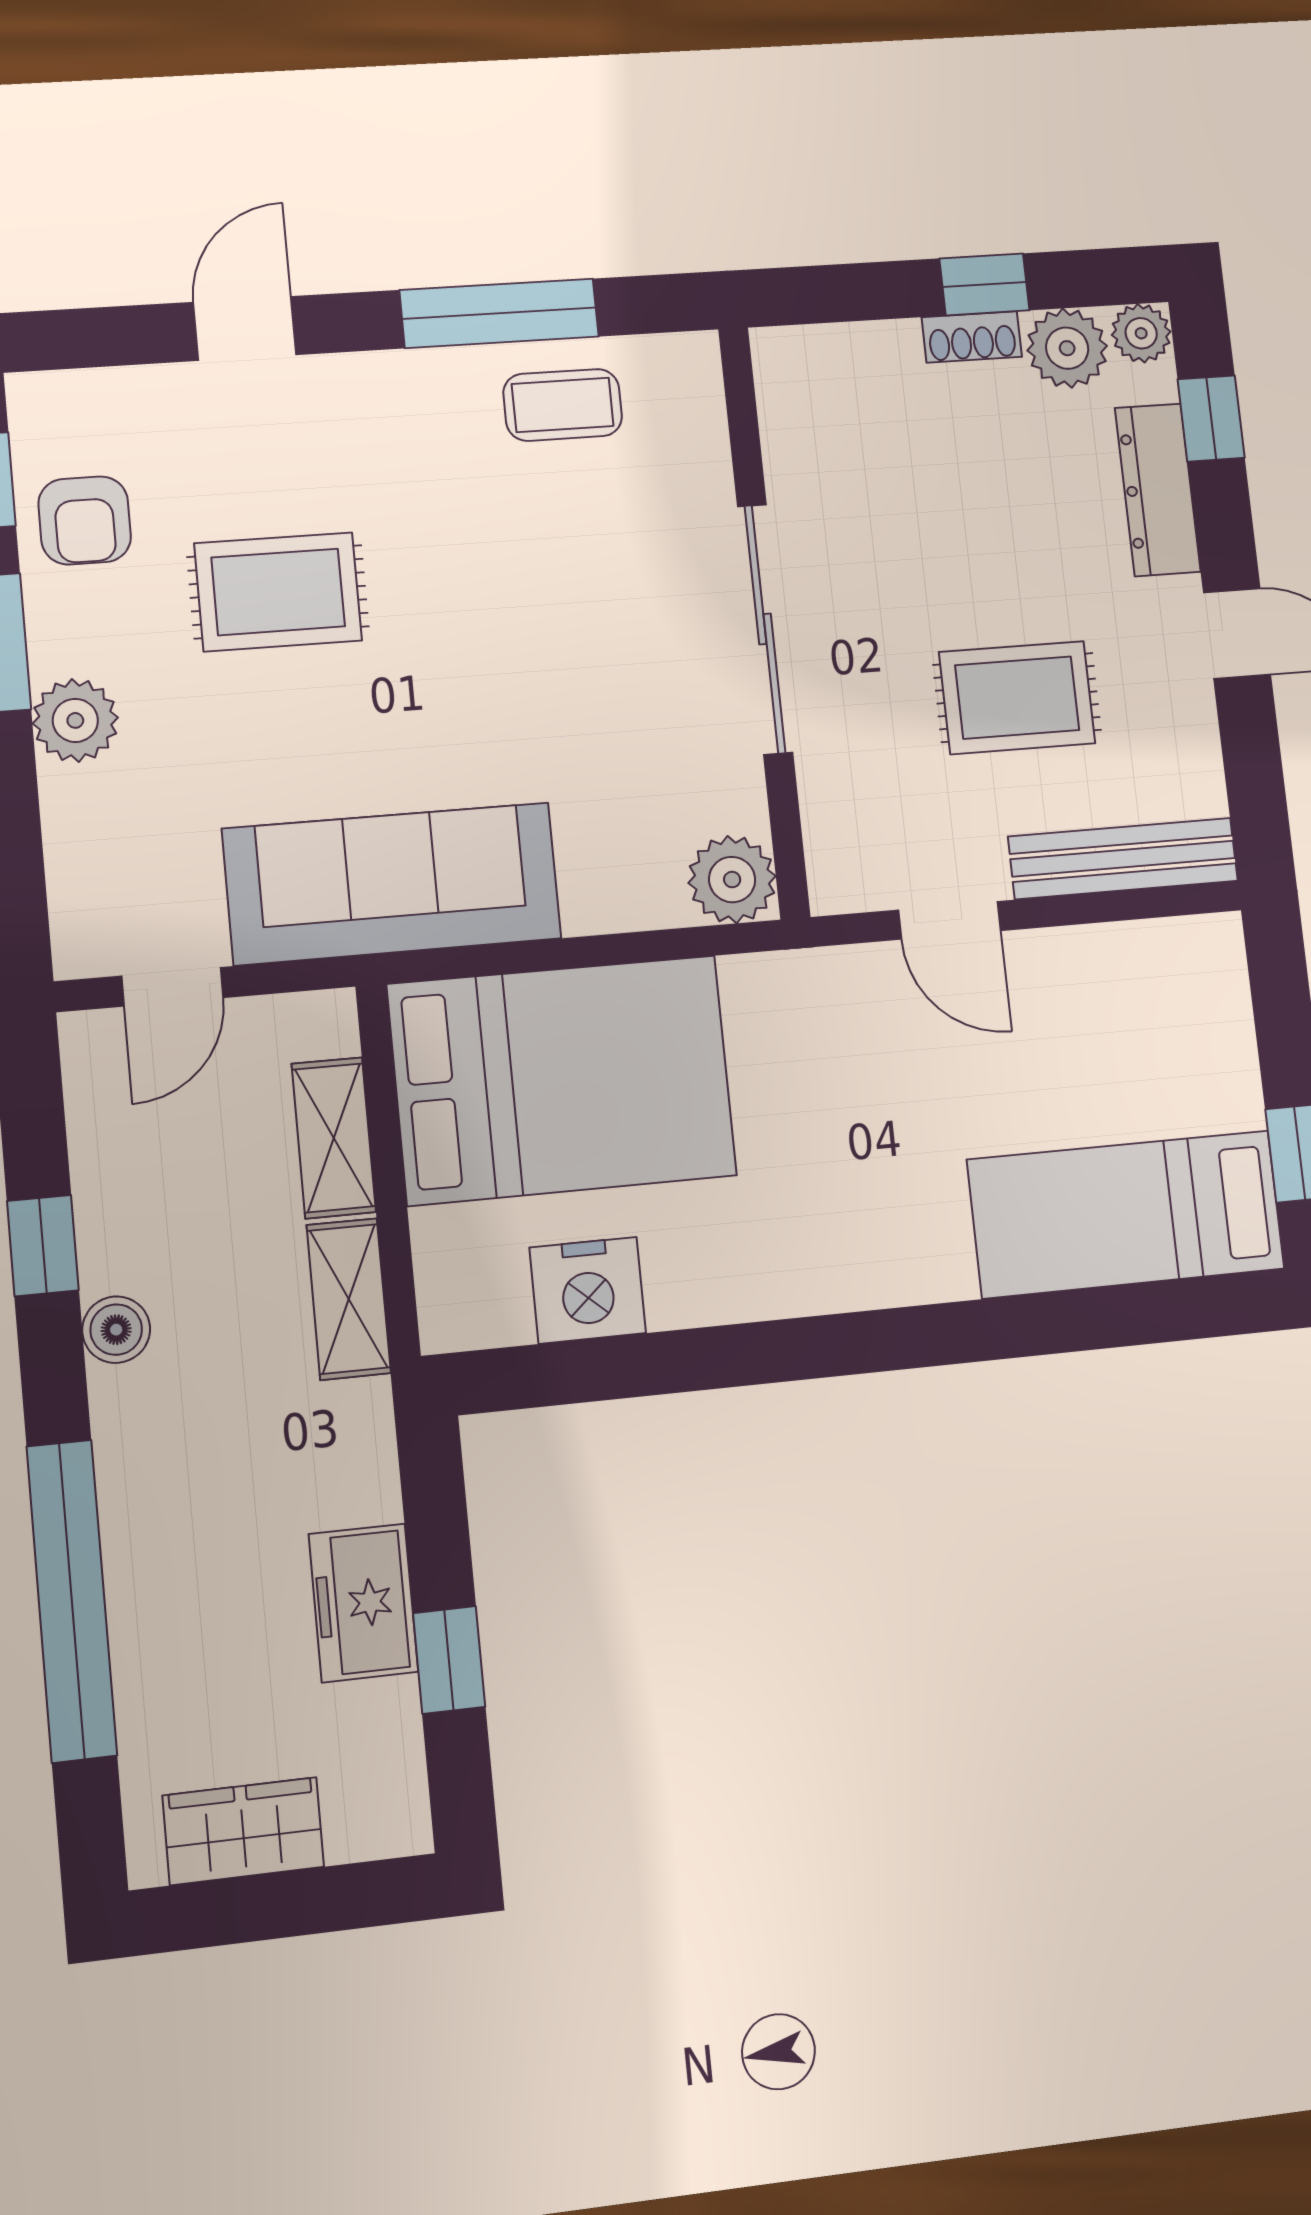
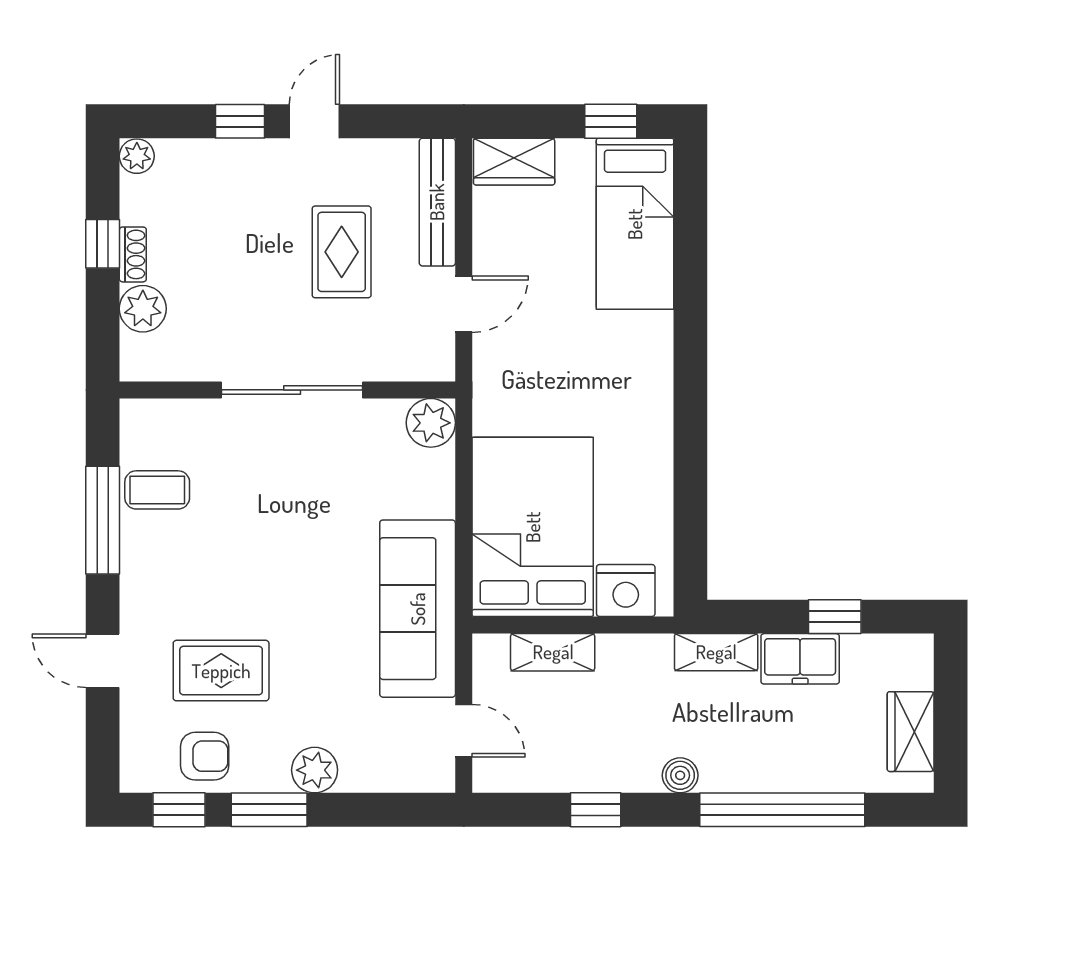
plant: (1067, 348) -> (143, 309), moved
coffee table: (563, 405) -> (157, 490), turned 90
window: (1211, 419) -> (240, 121), moved
dresser: (1158, 490) -> (228, 157), removed
rug: (278, 592) -> (221, 671), moved, turned 90
wardrobe: (1209, 988) -> (514, 162), added
nightstand: (588, 1290) -> (626, 591), moved, turned 90
shelving: (349, 1299) -> (716, 652), moved
boiler: (116, 1330) -> (680, 775), moved

